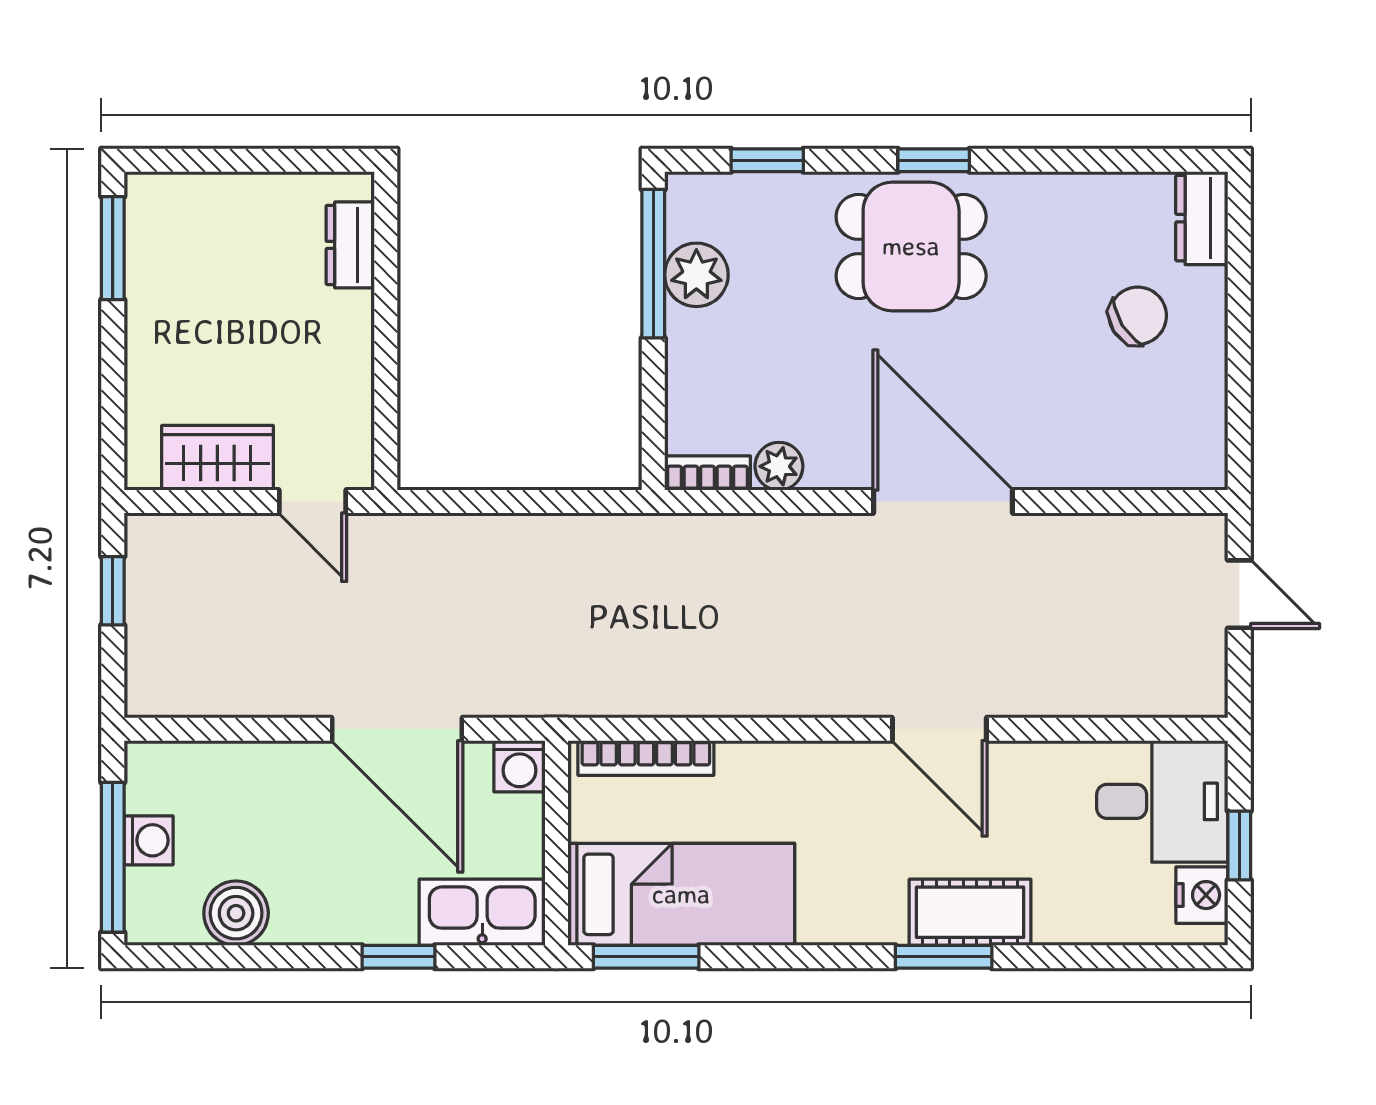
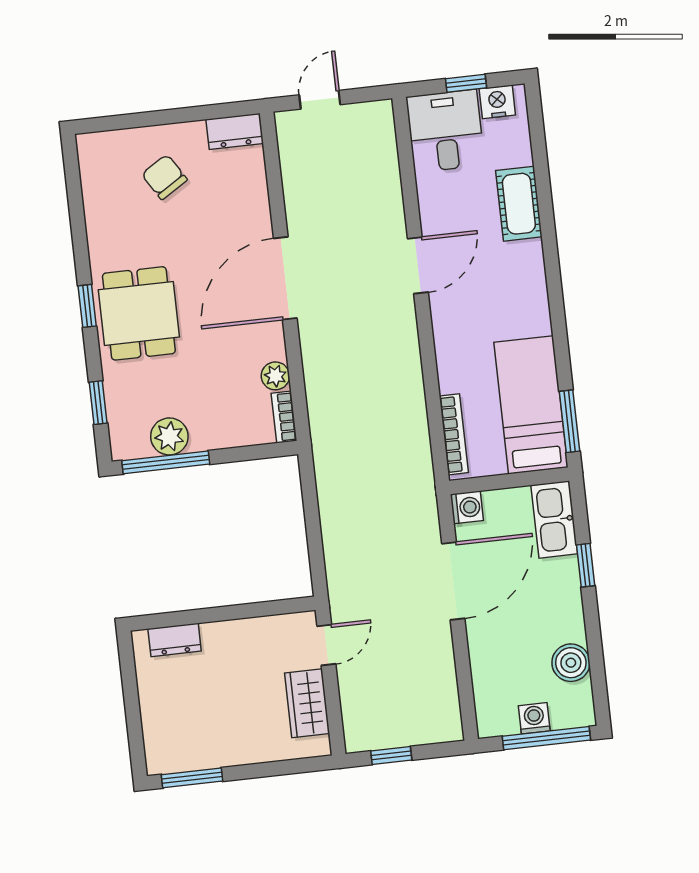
dresser: (1202, 218) -> (235, 131), moved
cot: (970, 912) -> (519, 204), moved
window: (944, 957) -> (550, 248), removed

